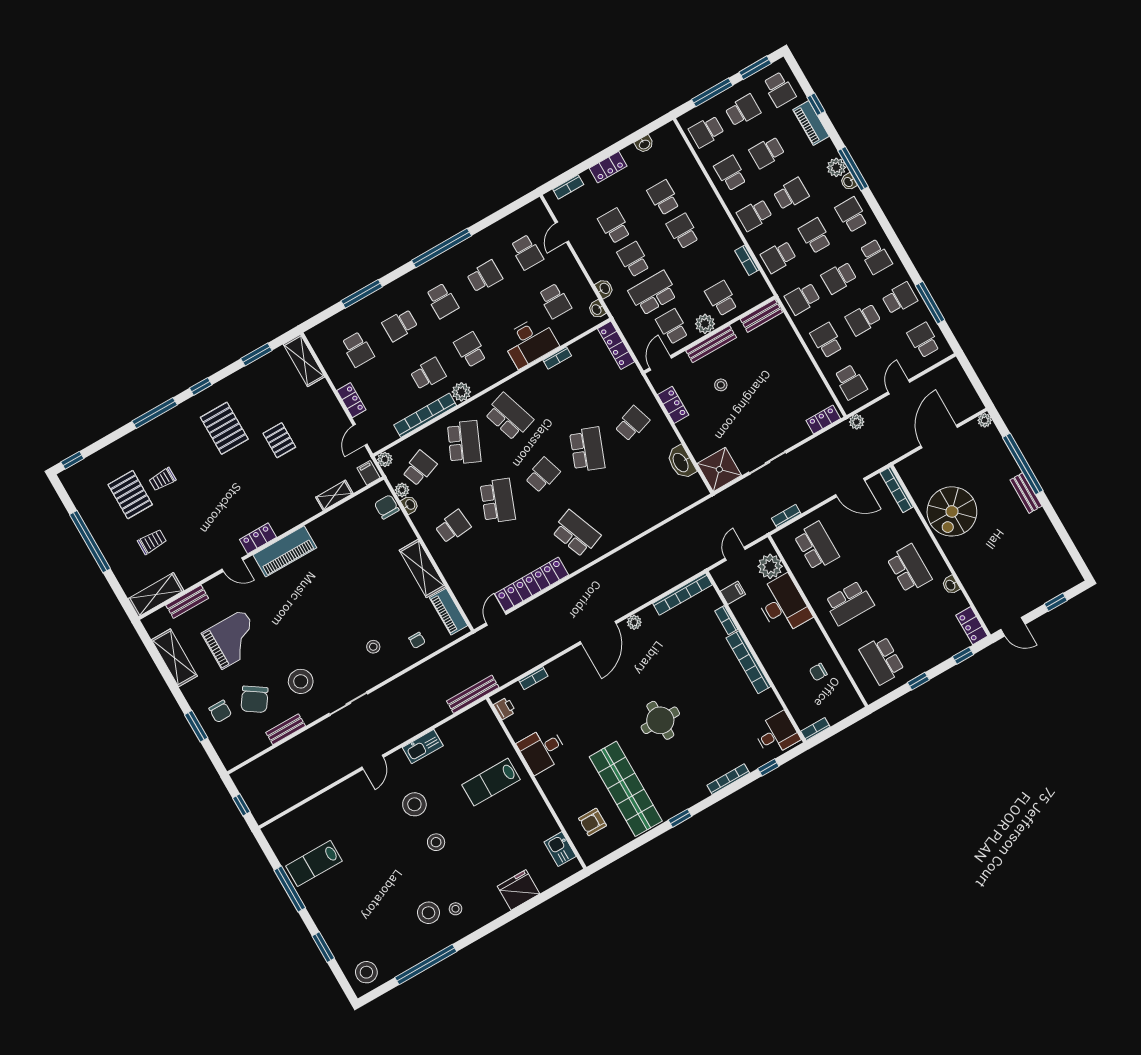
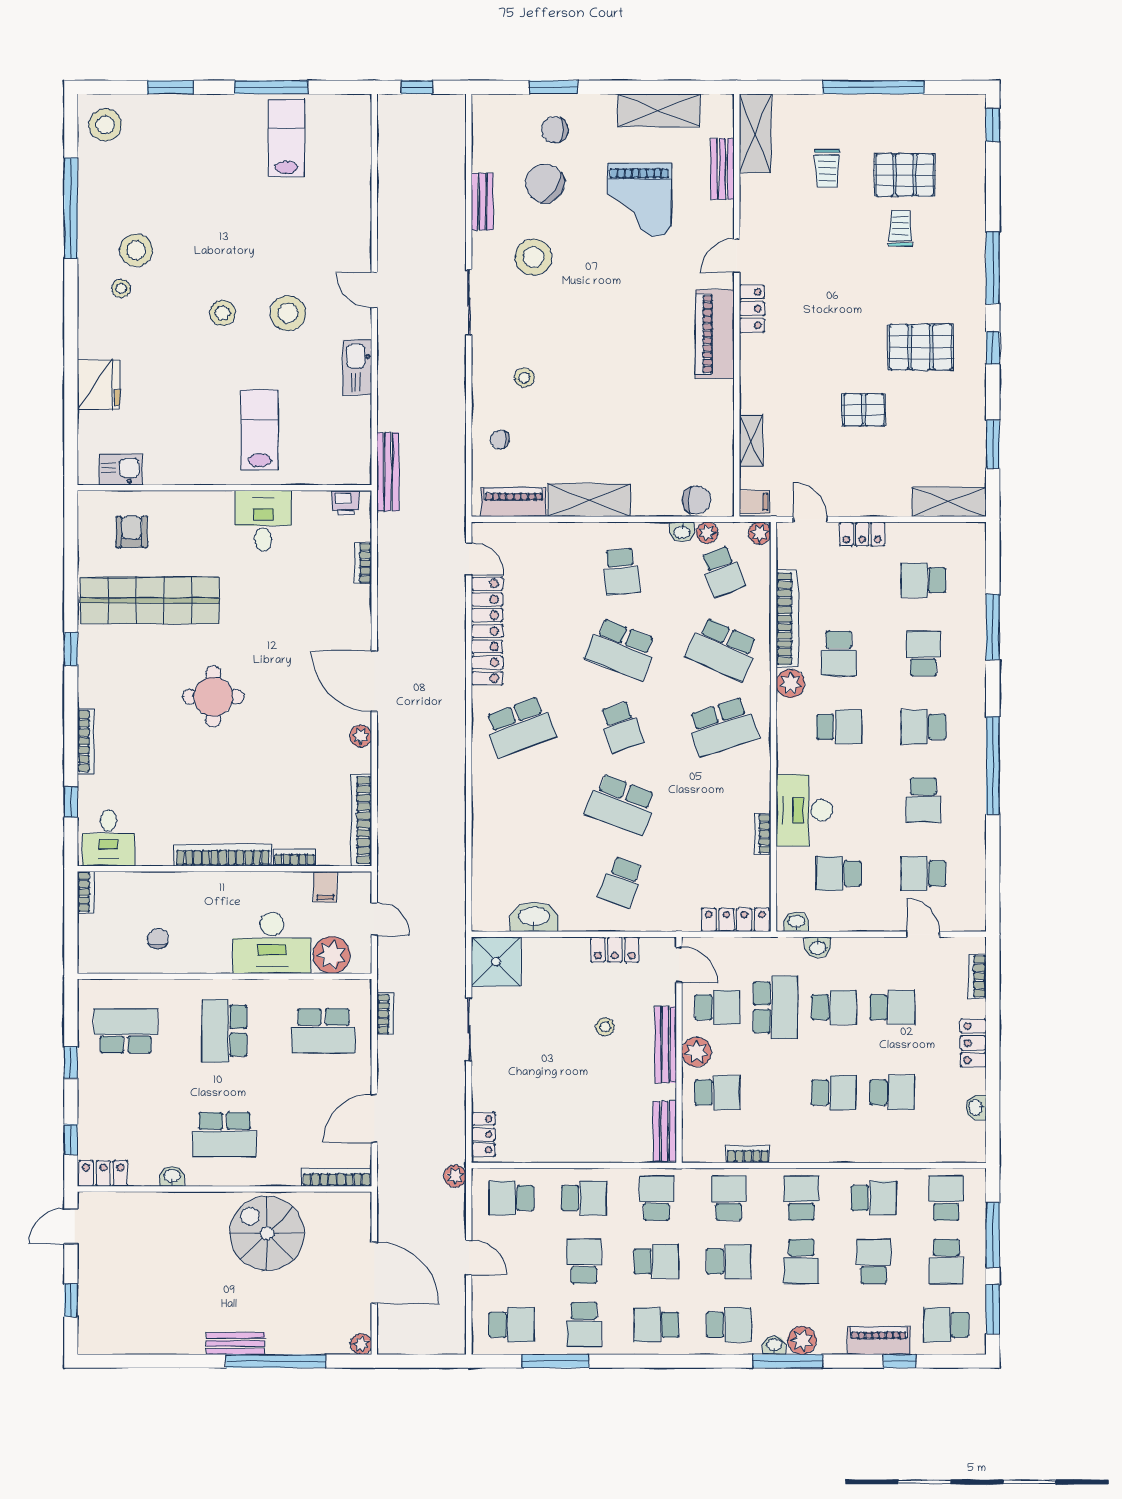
school desk: (839, 278) -> (656, 1261), turned 90
school desk: (632, 424) -> (621, 882), turned 39

